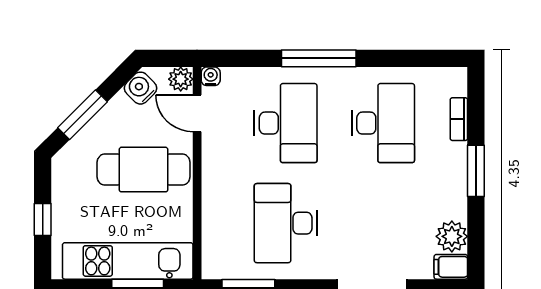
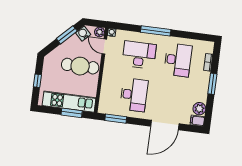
window: (82, 115) -> (67, 35), moved
desk: (286, 123) -> (139, 55), turned -90
desk: (286, 223) -> (134, 95), turned 180

